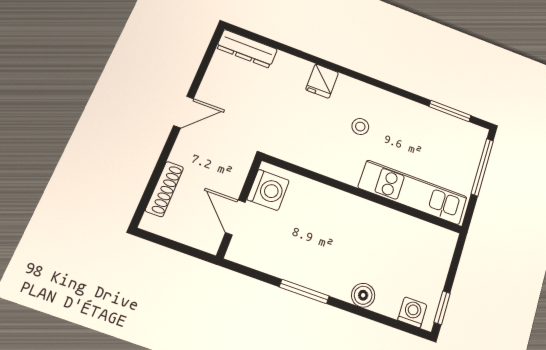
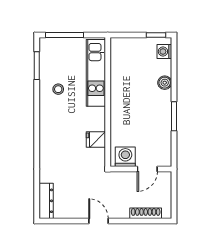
fridge: (322, 81) -> (96, 139), moved, turned 180
stool: (360, 127) -> (58, 89), moved

